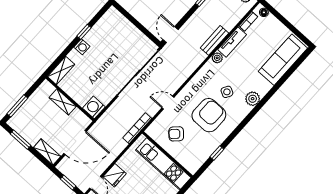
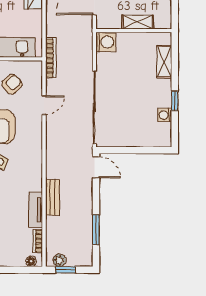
washing machine: (82, 47) -> (165, 115), moved
plant: (217, 58) -> (36, 184), removed
shelving: (61, 70) -> (164, 62), moved

